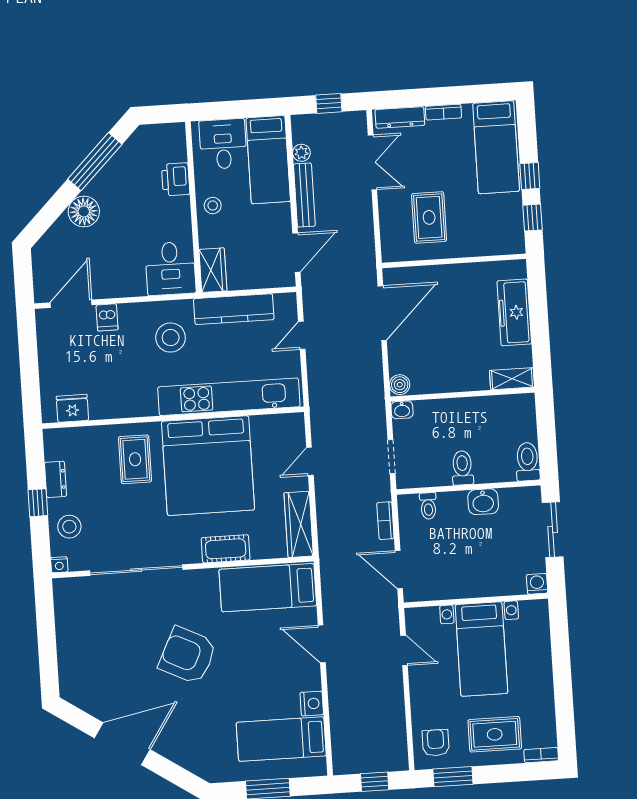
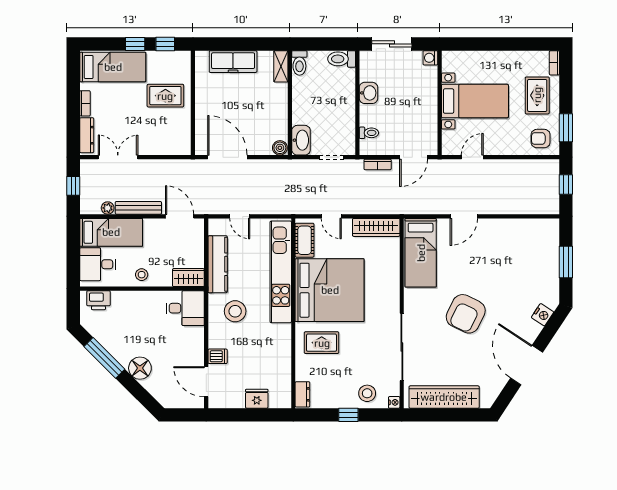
printer: (176, 179) -> (98, 300), moved
rug: (429, 217) -> (165, 96), moved
fridge: (72, 408) -> (257, 399), moved, turned 90
washbasin: (402, 410) -> (301, 140), width x1.91, depth x1.45
toilet: (462, 468) -> (299, 63), moved, turned -90
dresser: (55, 479) -> (302, 394), moved, turned 90
cot: (226, 549) -> (305, 240), moved
wardrobe: (71, 633) -> (444, 397), added
nightstand: (312, 704) -> (543, 315), moved, turned 123
bed: (281, 739) -> (531, 250), removed

